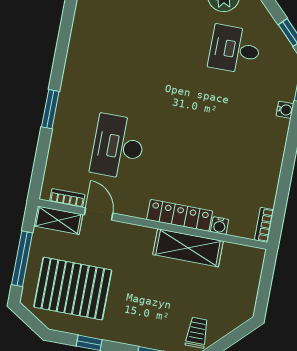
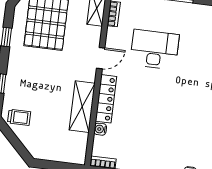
door: (99, 214) -> (101, 58), moved

